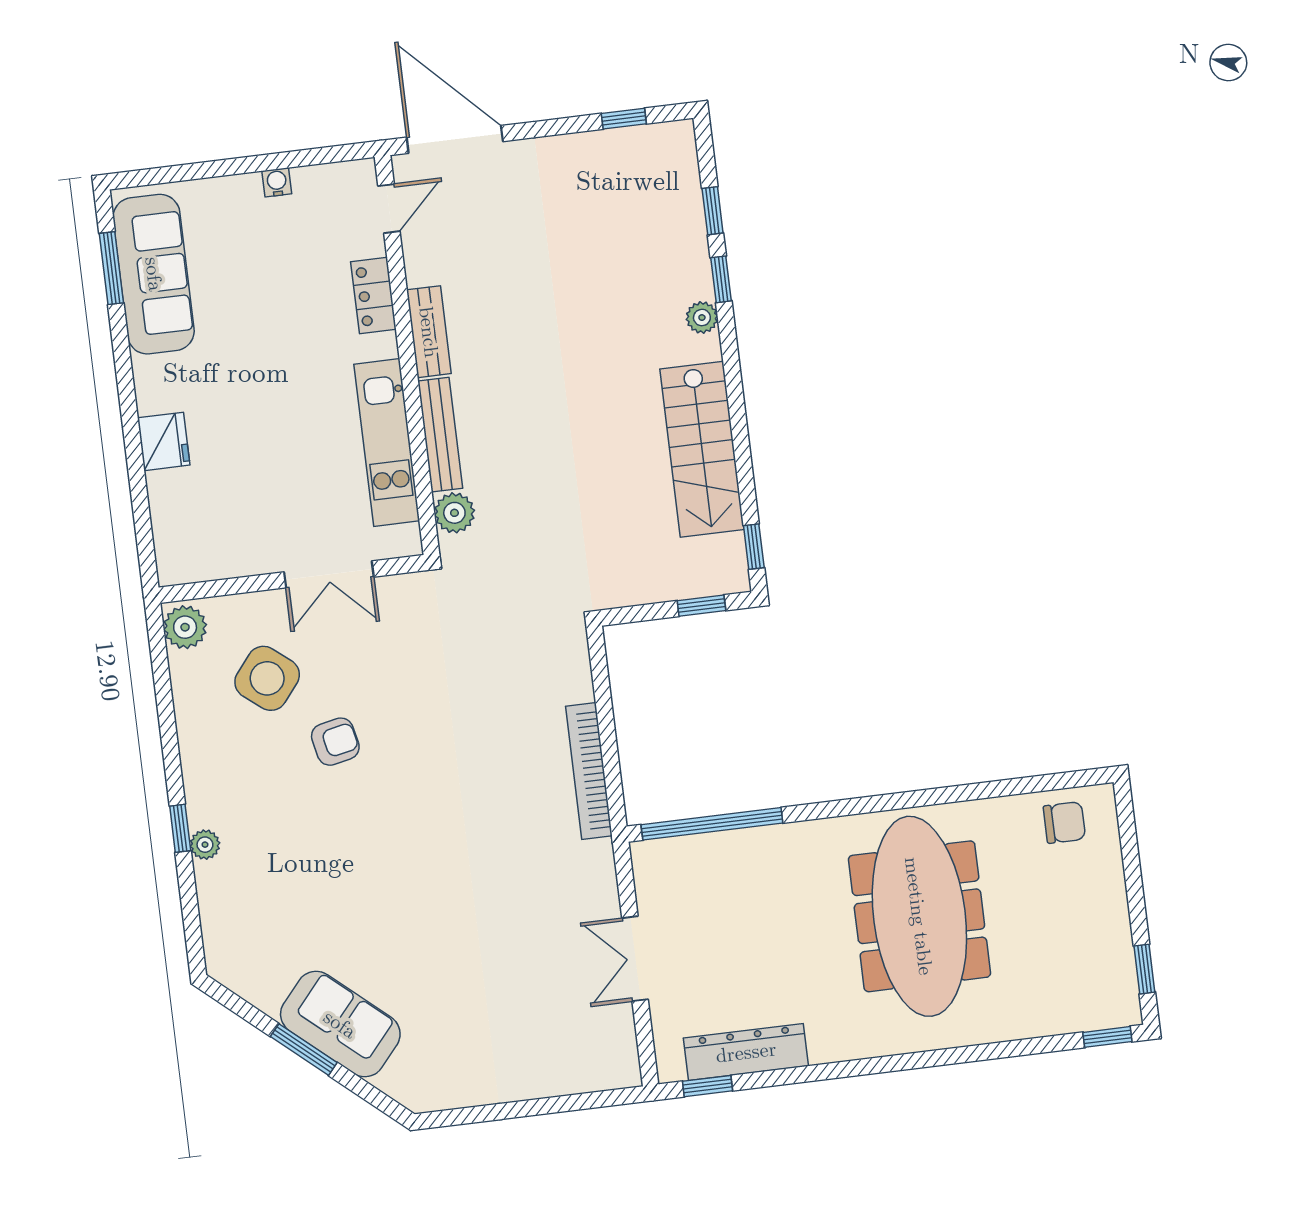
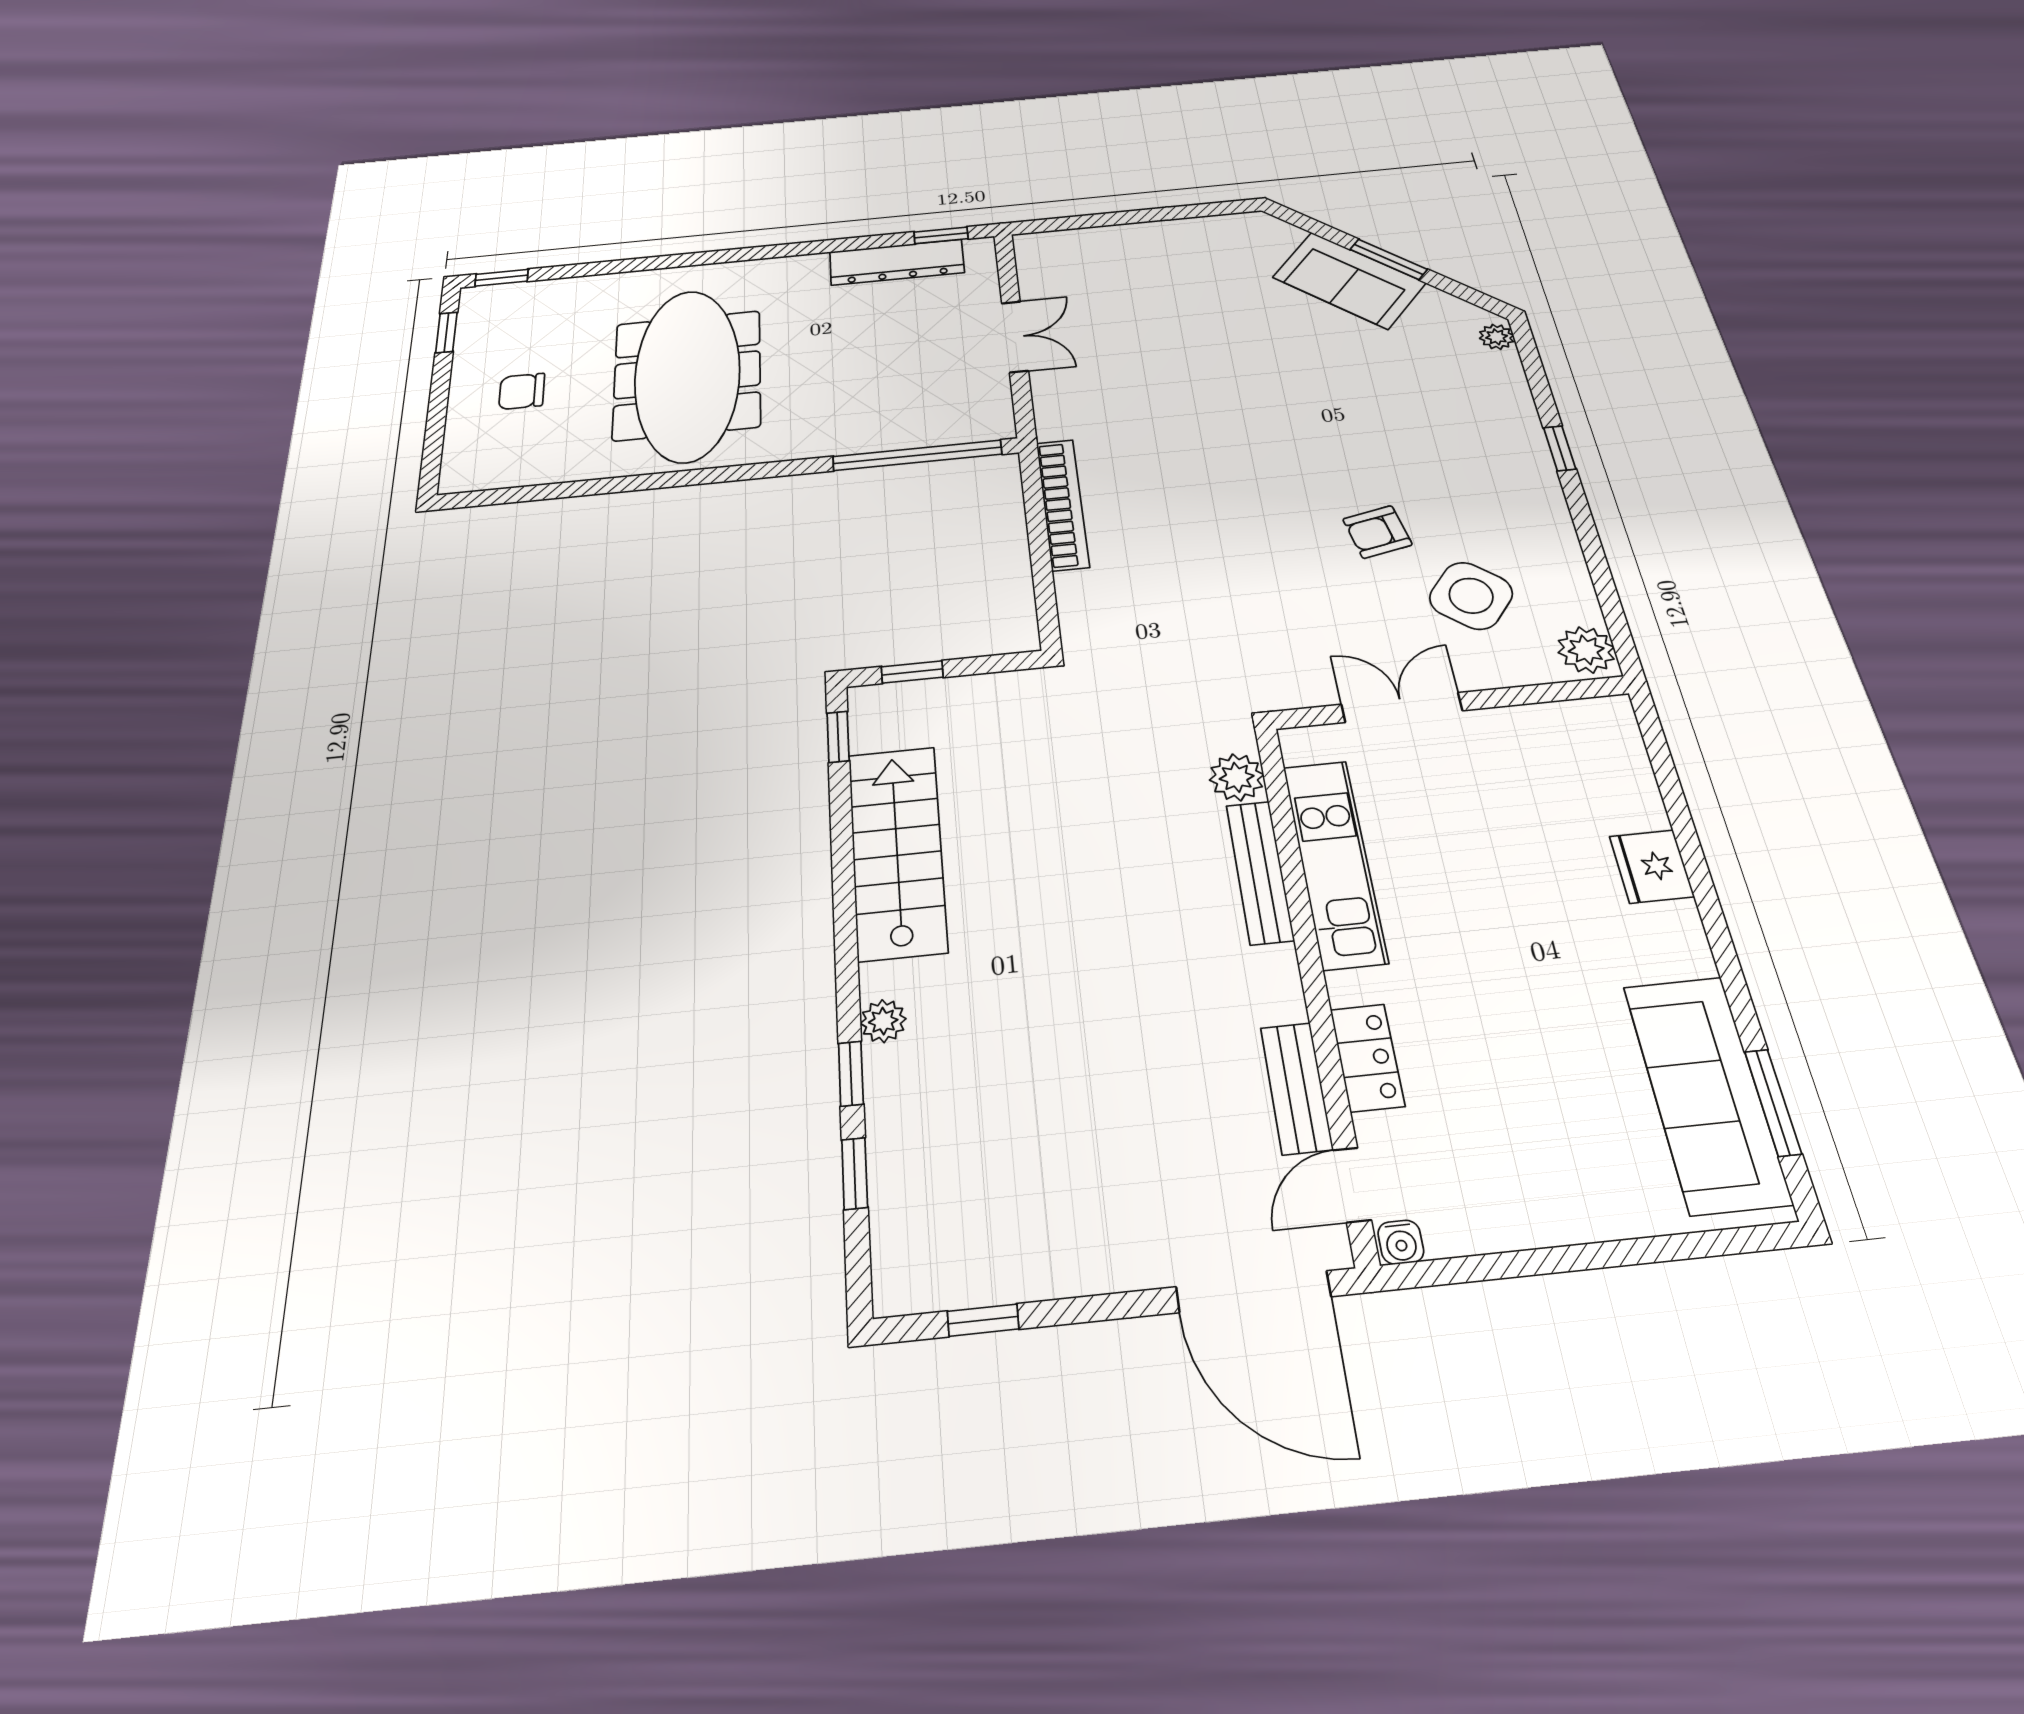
water cooler: (277, 182) -> (1401, 1242), moved
bench: (429, 332) -> (1296, 1088), moved
chair: (1064, 823) -> (522, 391), moved
plant: (205, 845) -> (1497, 337), moved

